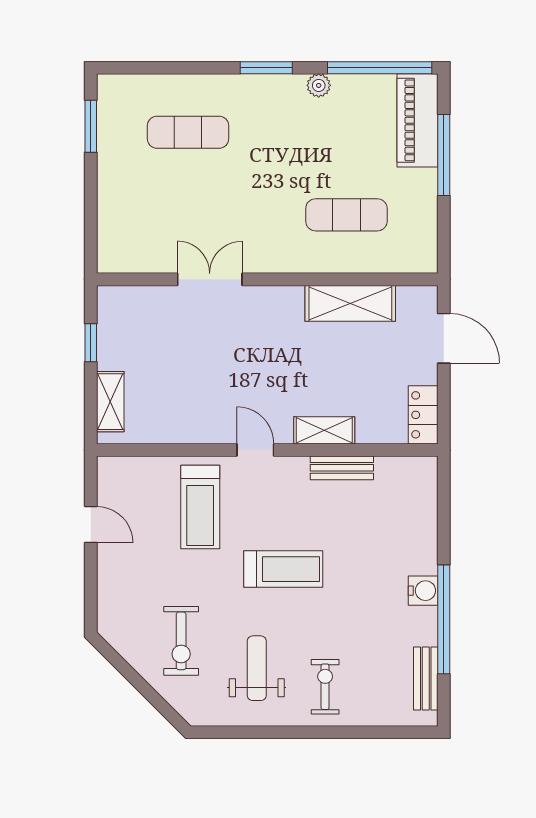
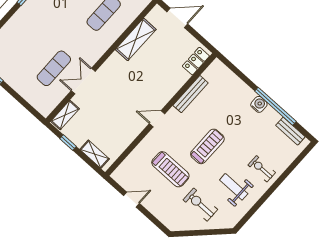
exercise mat: (188, 132) -> (54, 68), moved
locker: (423, 415) -> (196, 61), moved, turned 90
shelving: (324, 430) -> (65, 115), moved
bench: (342, 468) -> (191, 94), width x1.36
treadmill: (200, 507) -> (170, 169), moved
exercise bike: (181, 641) -> (200, 205), turned 180

